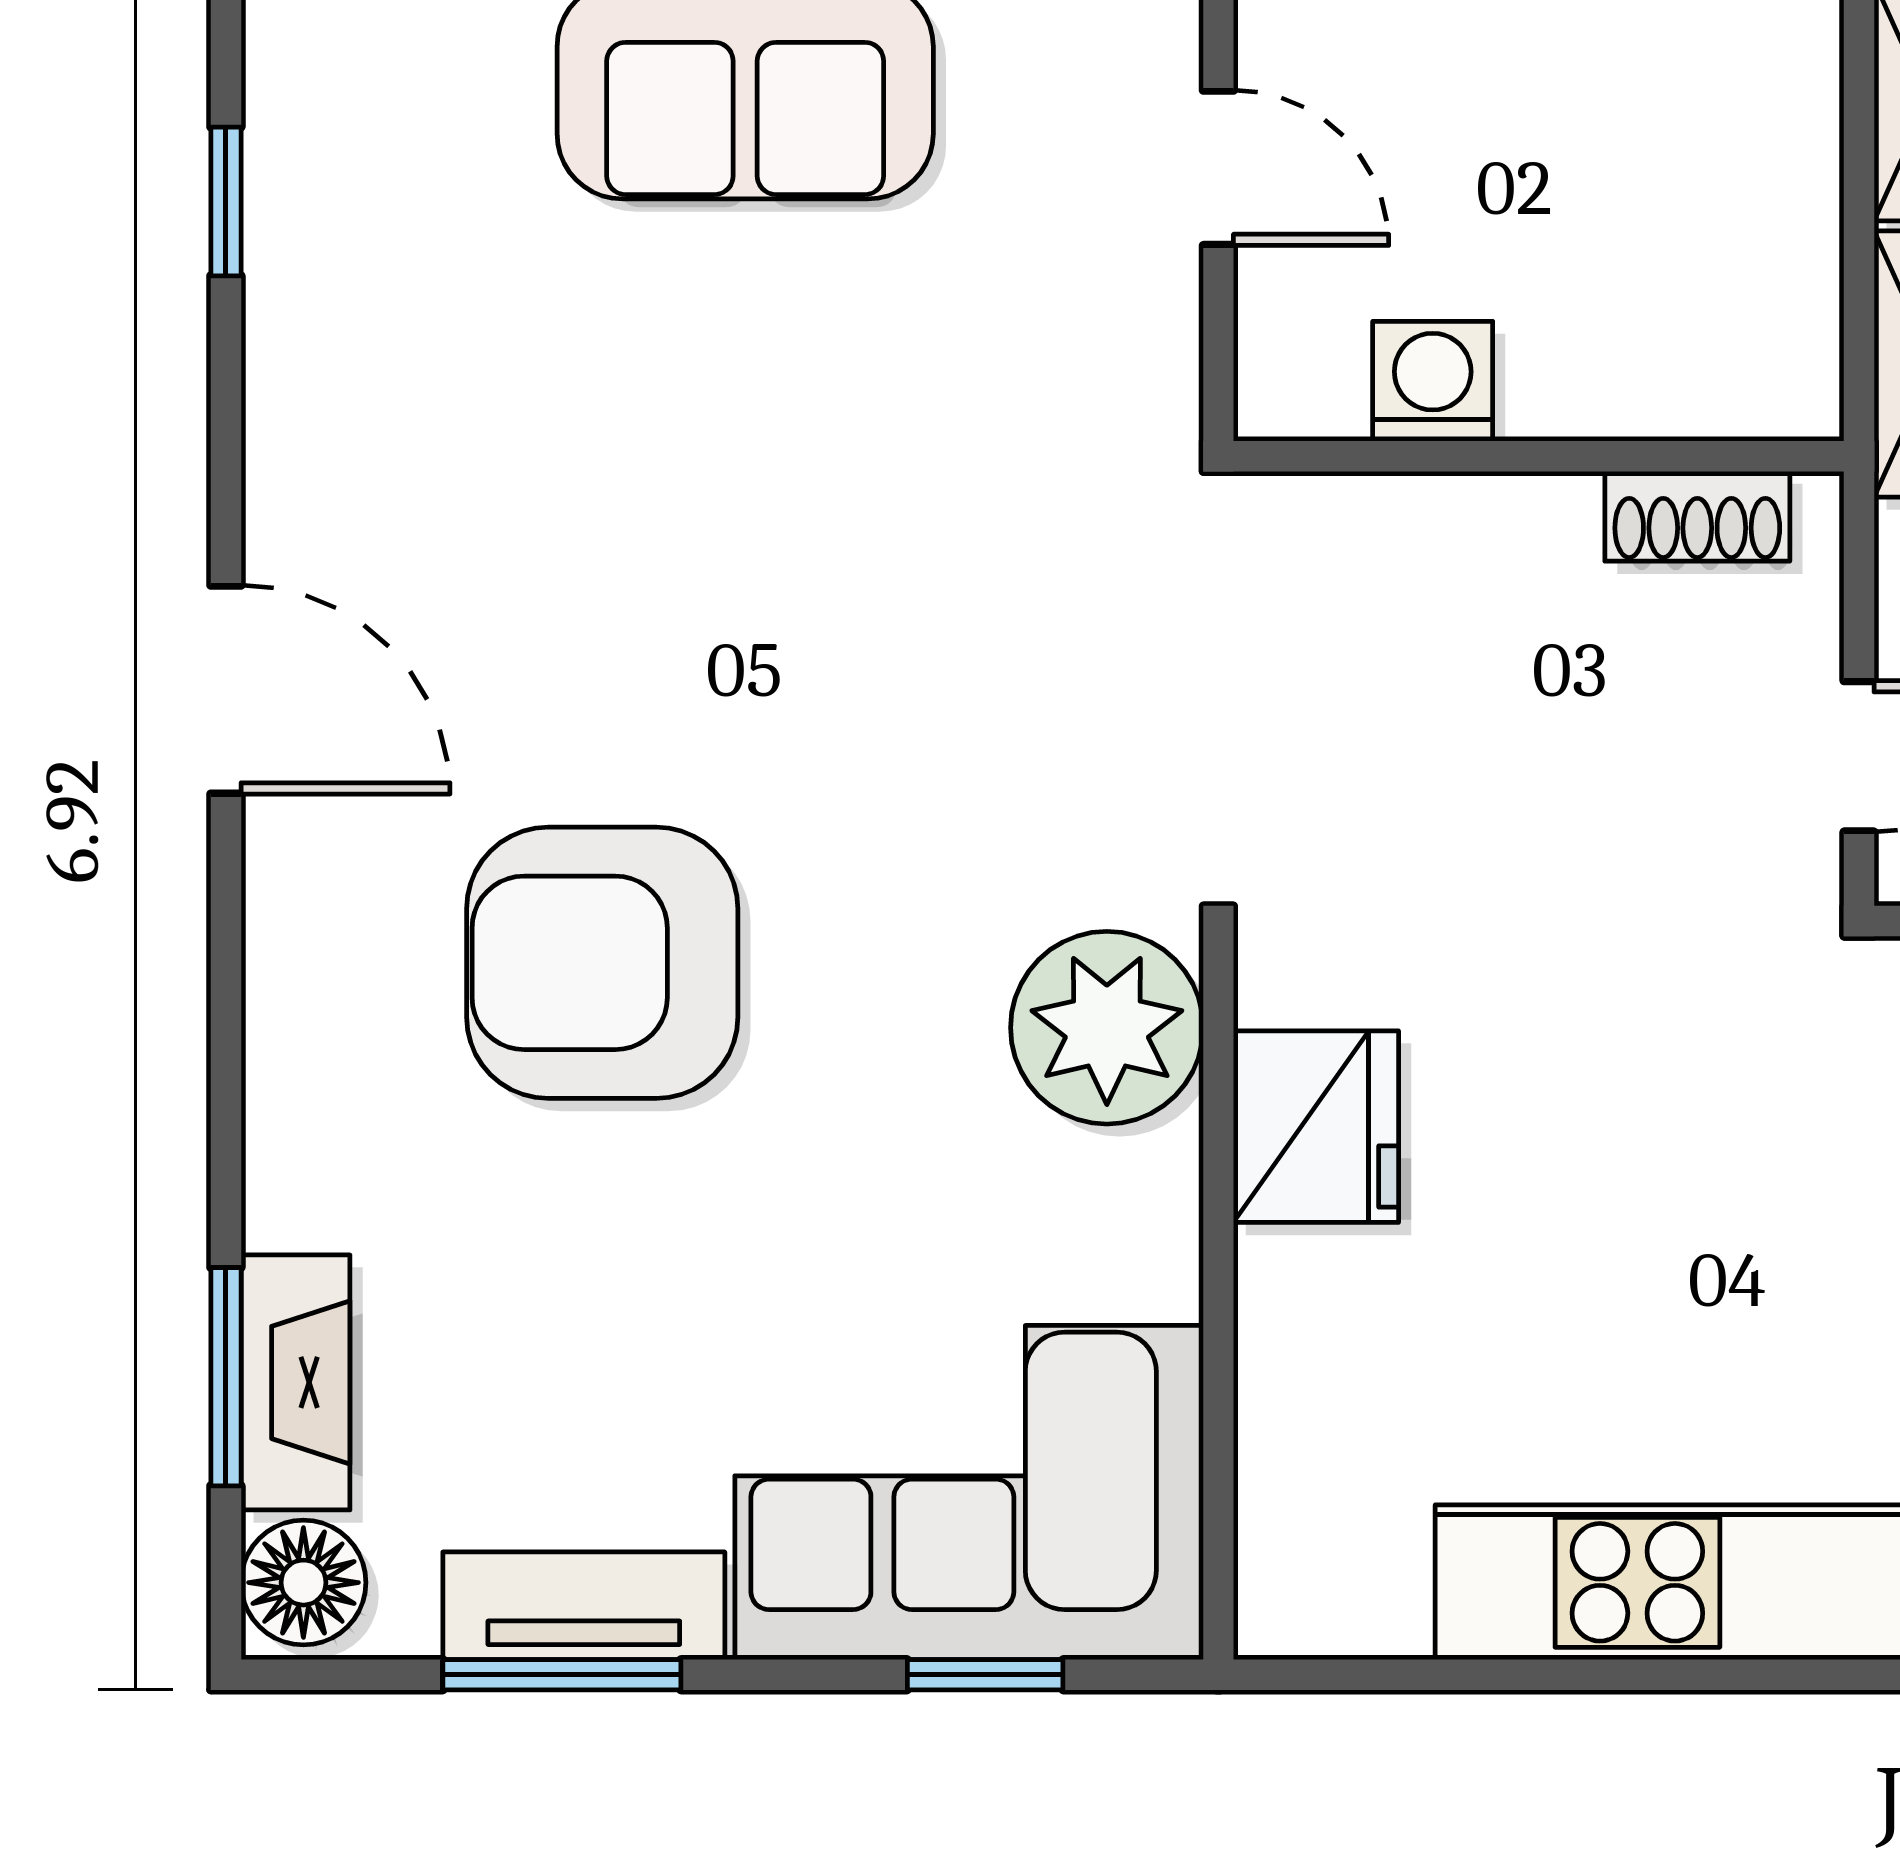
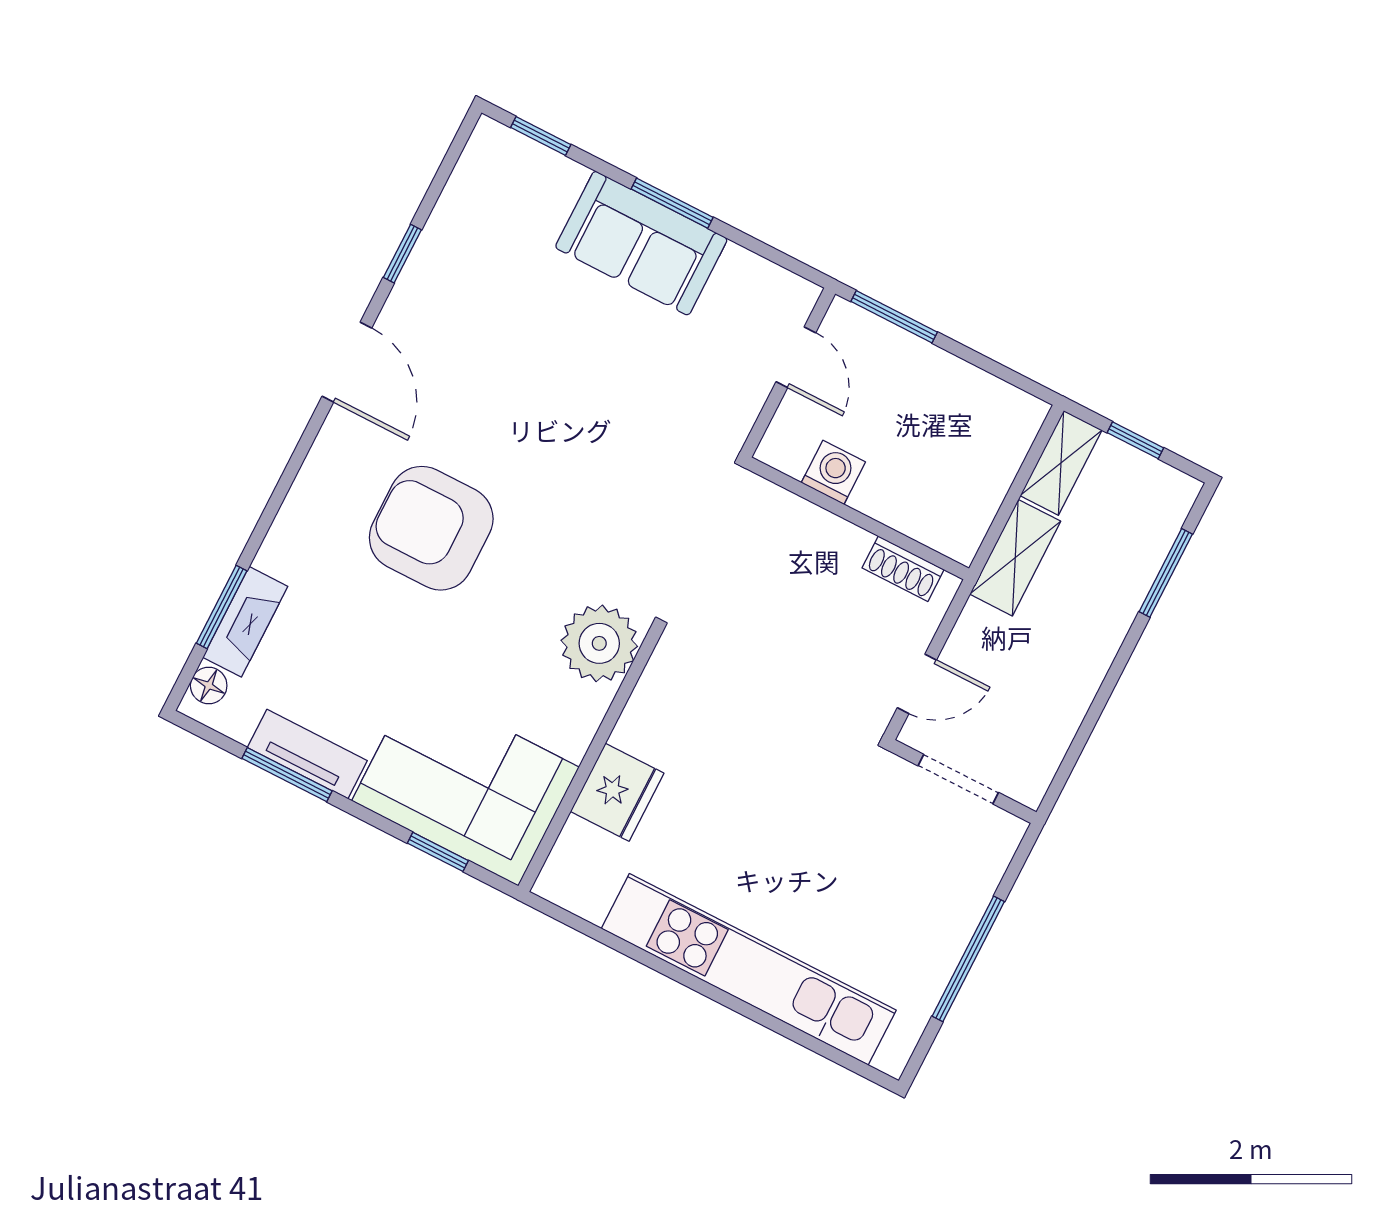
window: (226, 201) -> (402, 254), moved
fridge: (1316, 1127) -> (617, 792), moved
floor lamp: (303, 1583) -> (209, 685), width x0.73, depth x0.73

